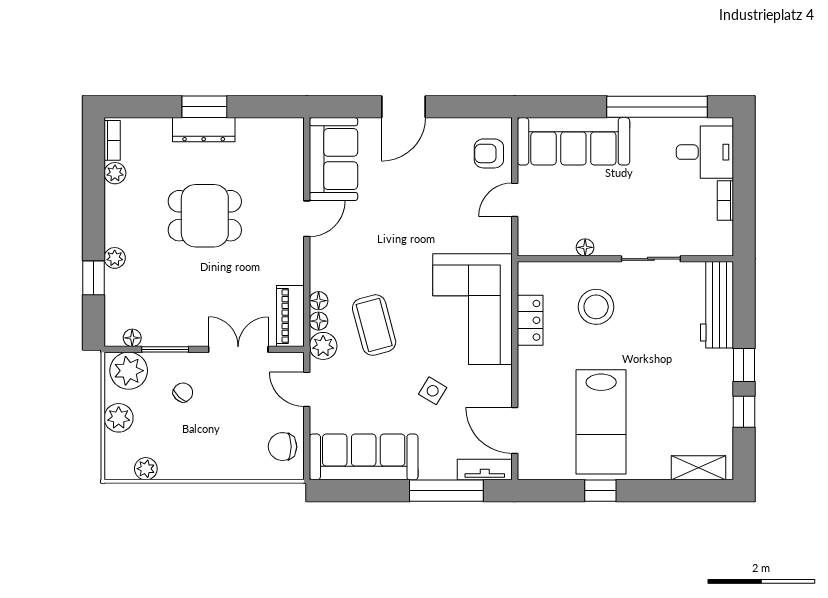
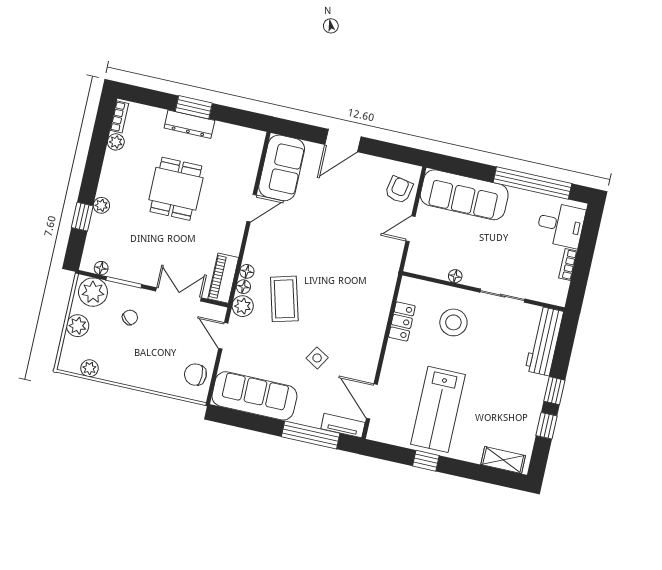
armchair: (489, 153) -> (399, 190), turned 101
dining table: (205, 216) -> (176, 189), turned 90
corner sofa: (472, 309) -> (361, 304), removed

